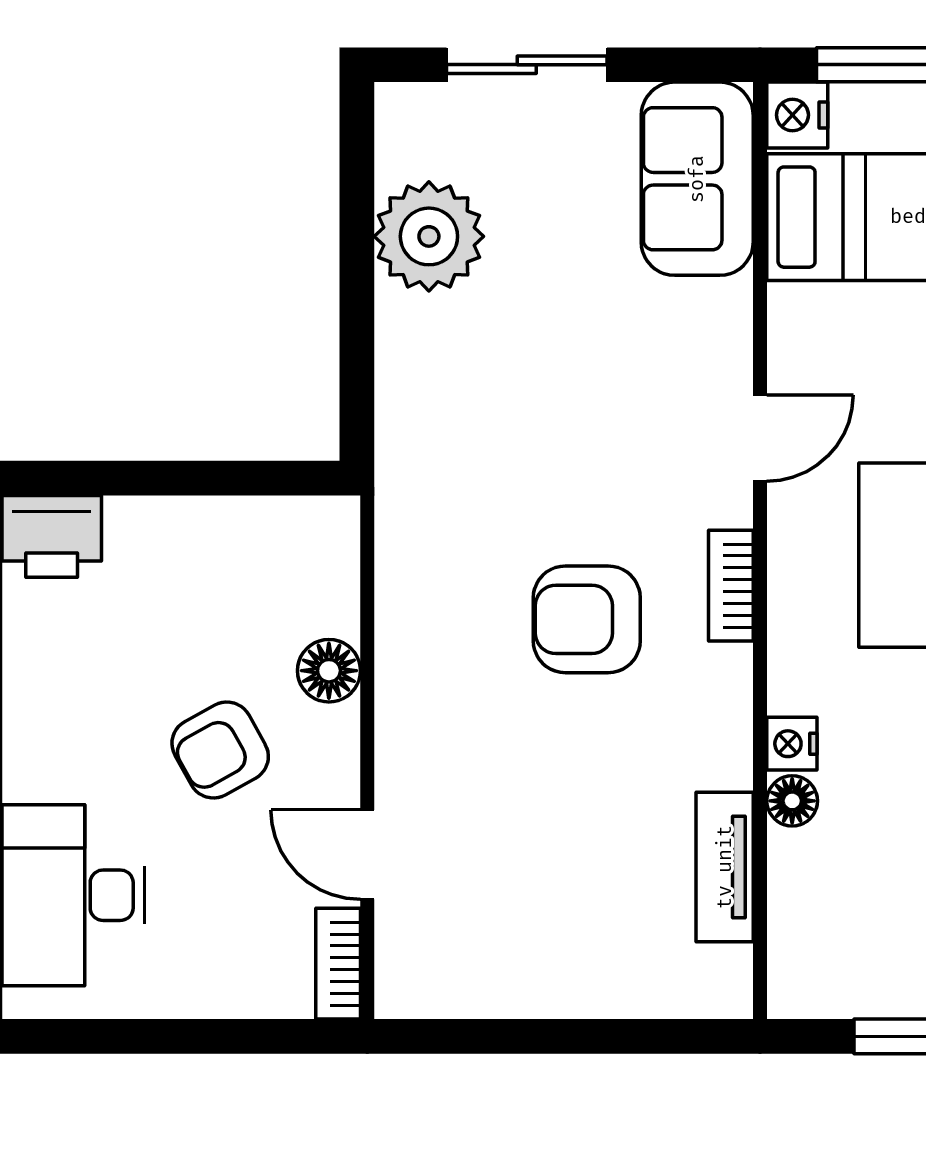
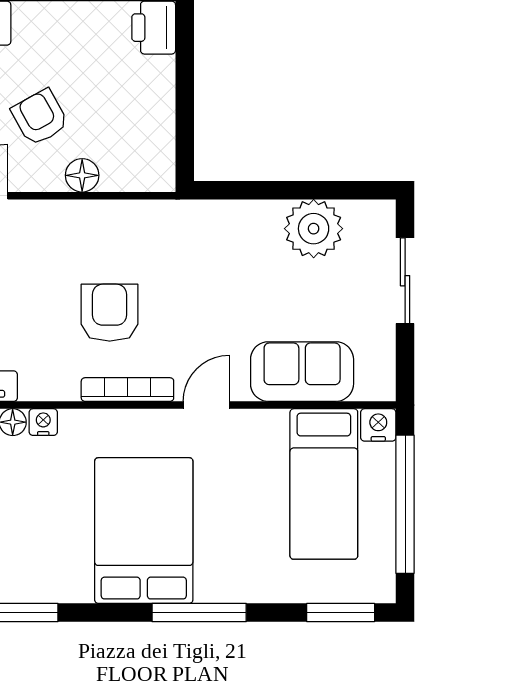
sofa: (697, 179) -> (302, 372), moved
door: (760, 438) -> (206, 405), swing flipped
bookcase: (731, 586) -> (127, 390), width x1.56

